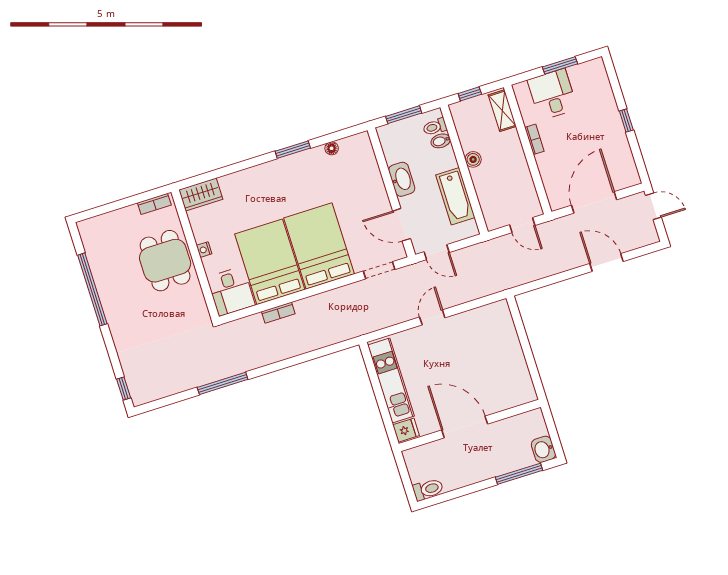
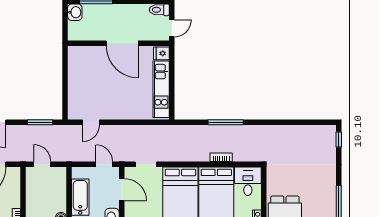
window: (543, 282) -> (40, 122), added
door: (432, 317) -> (91, 122), moved
window: (223, 383) -> (226, 122), moved
door: (403, 469) -> (172, 28), added

